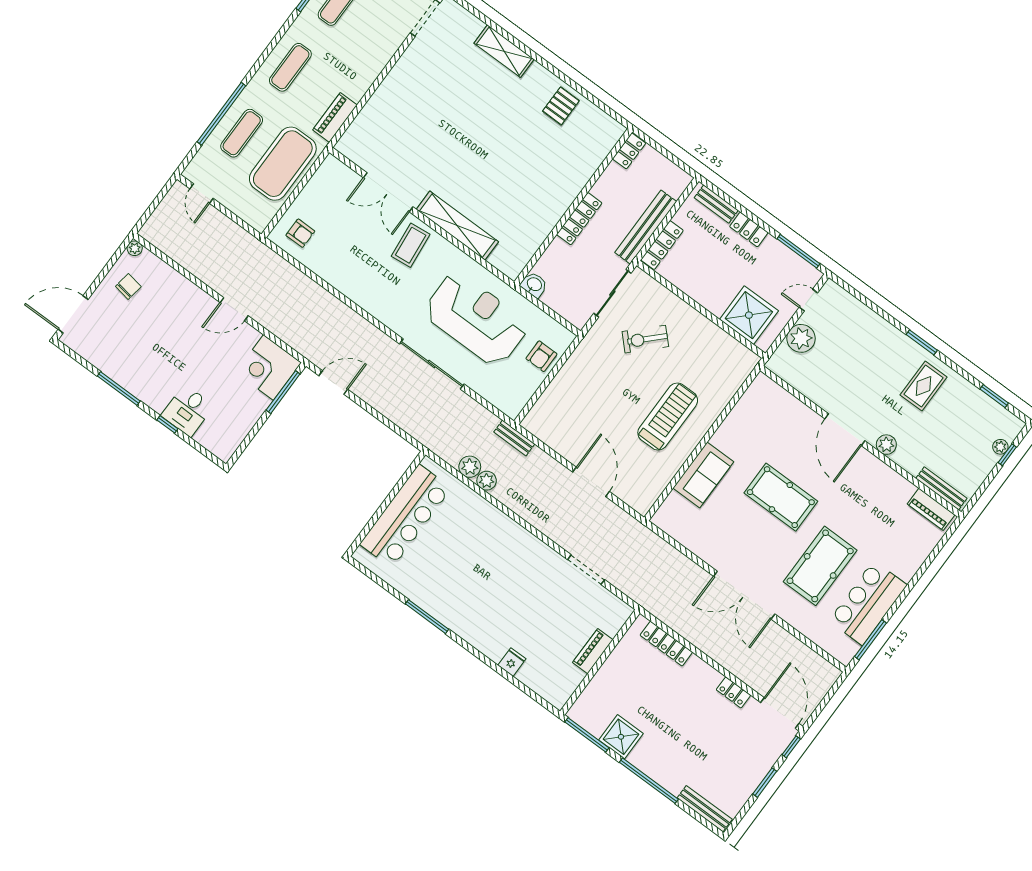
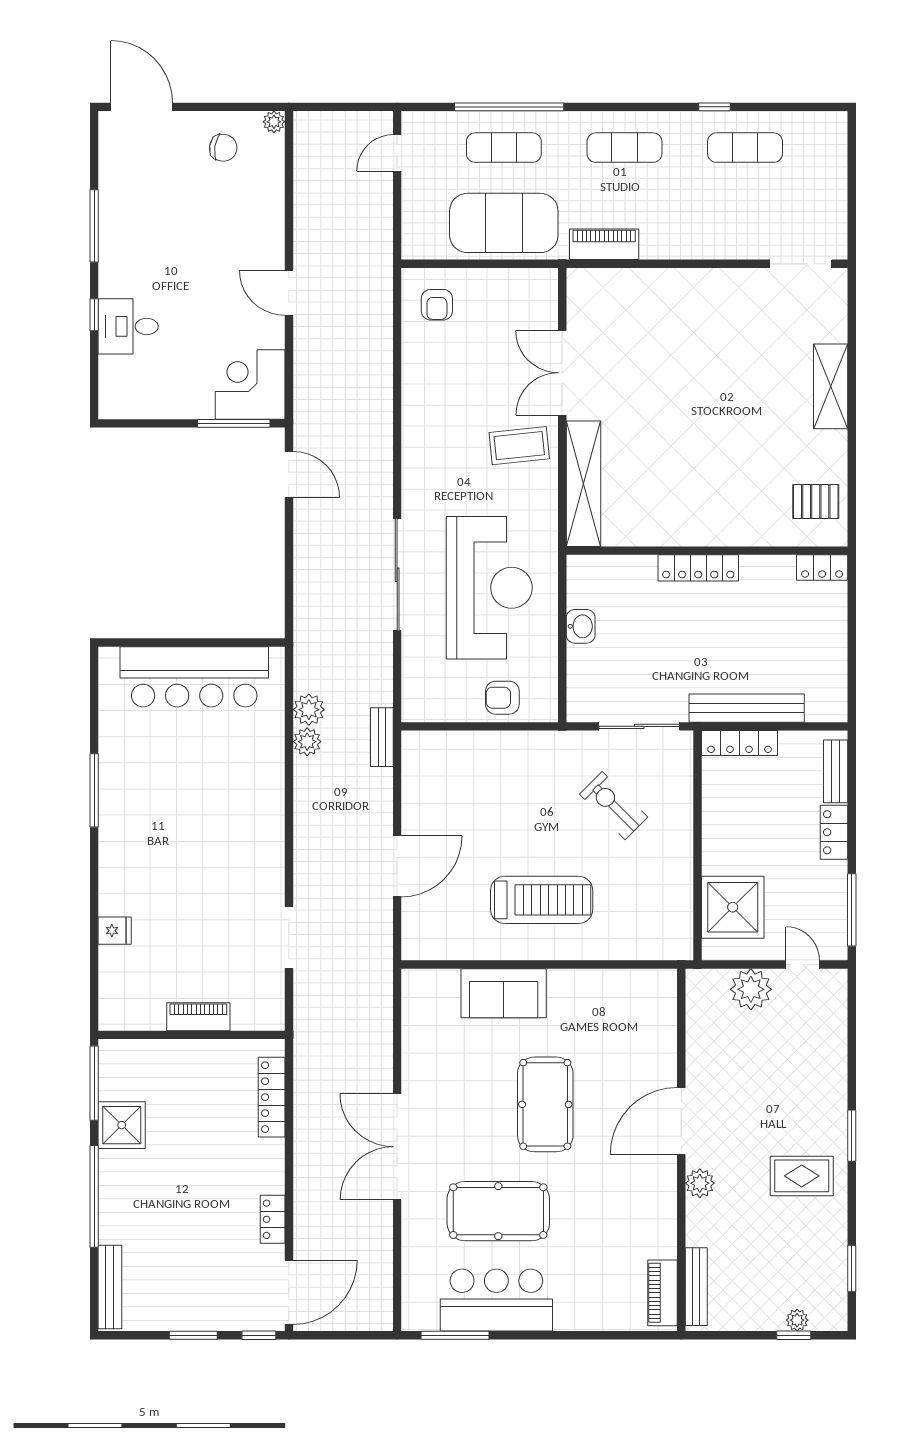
locker: (629, 151) -> (822, 568), moved
wall: (573, 207) -> (707, 551), moved
locker: (579, 219) -> (698, 568), moved

